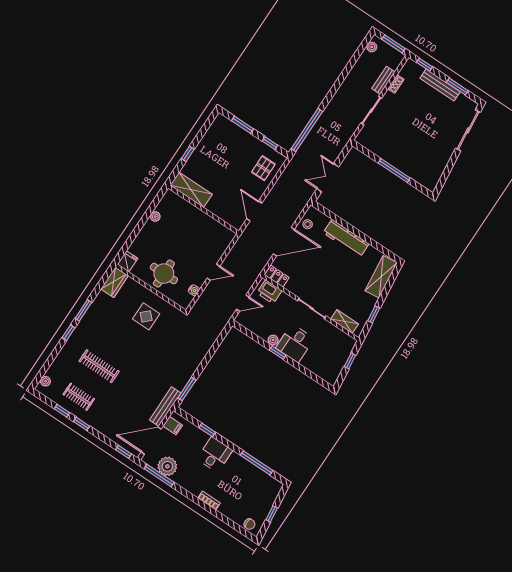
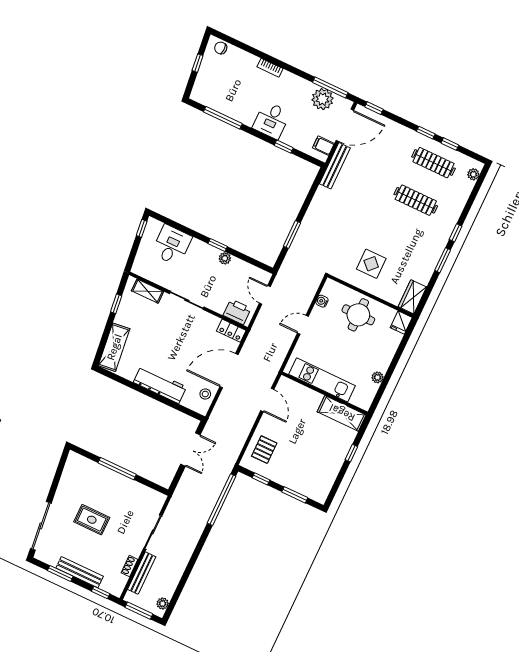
bench: (383, 80) -> (142, 573), width x1.36
rug: (423, 129) -> (92, 520), added
kitchen unit: (204, 221) -> (322, 380), added
door: (243, 303) -> (265, 295), hinge flipped
desk: (295, 343) -> (172, 245), moved
window: (350, 361) -> (142, 228), moved
window: (187, 389) -> (292, 235), moved
clothes rail: (79, 397) -> (433, 163), width x1.36

